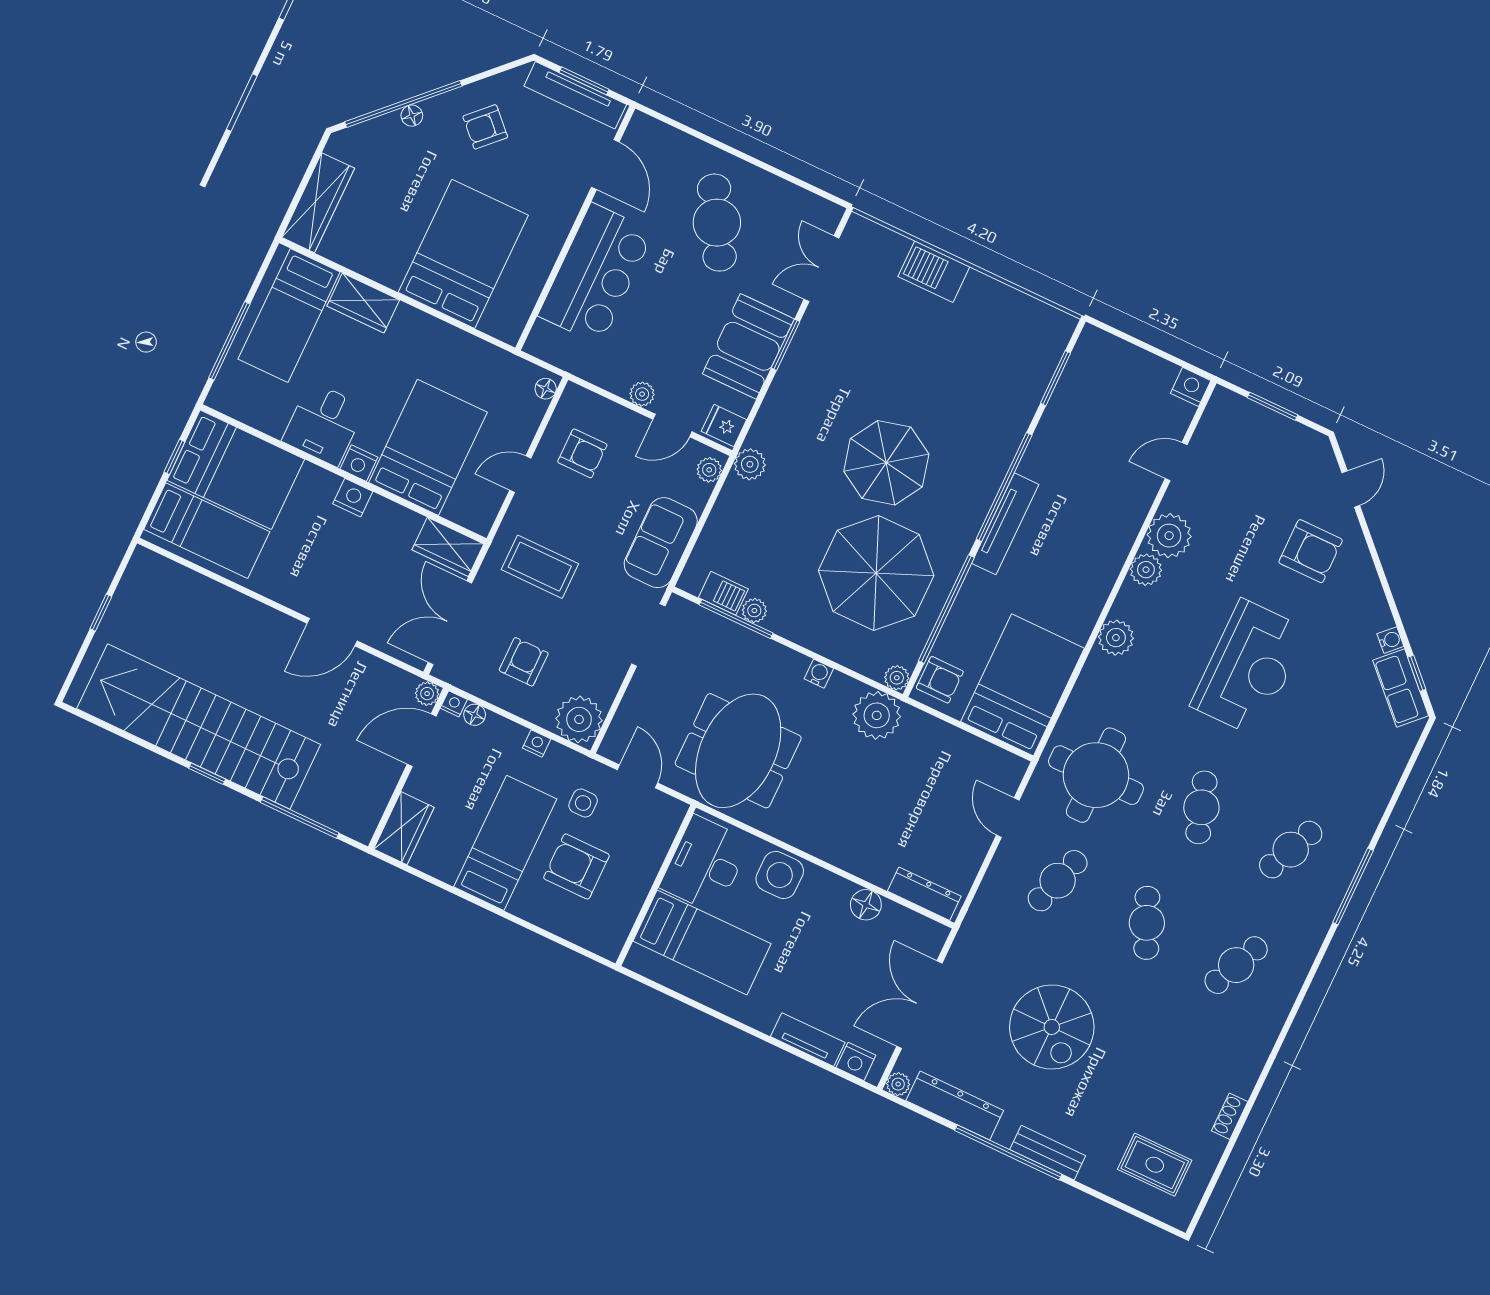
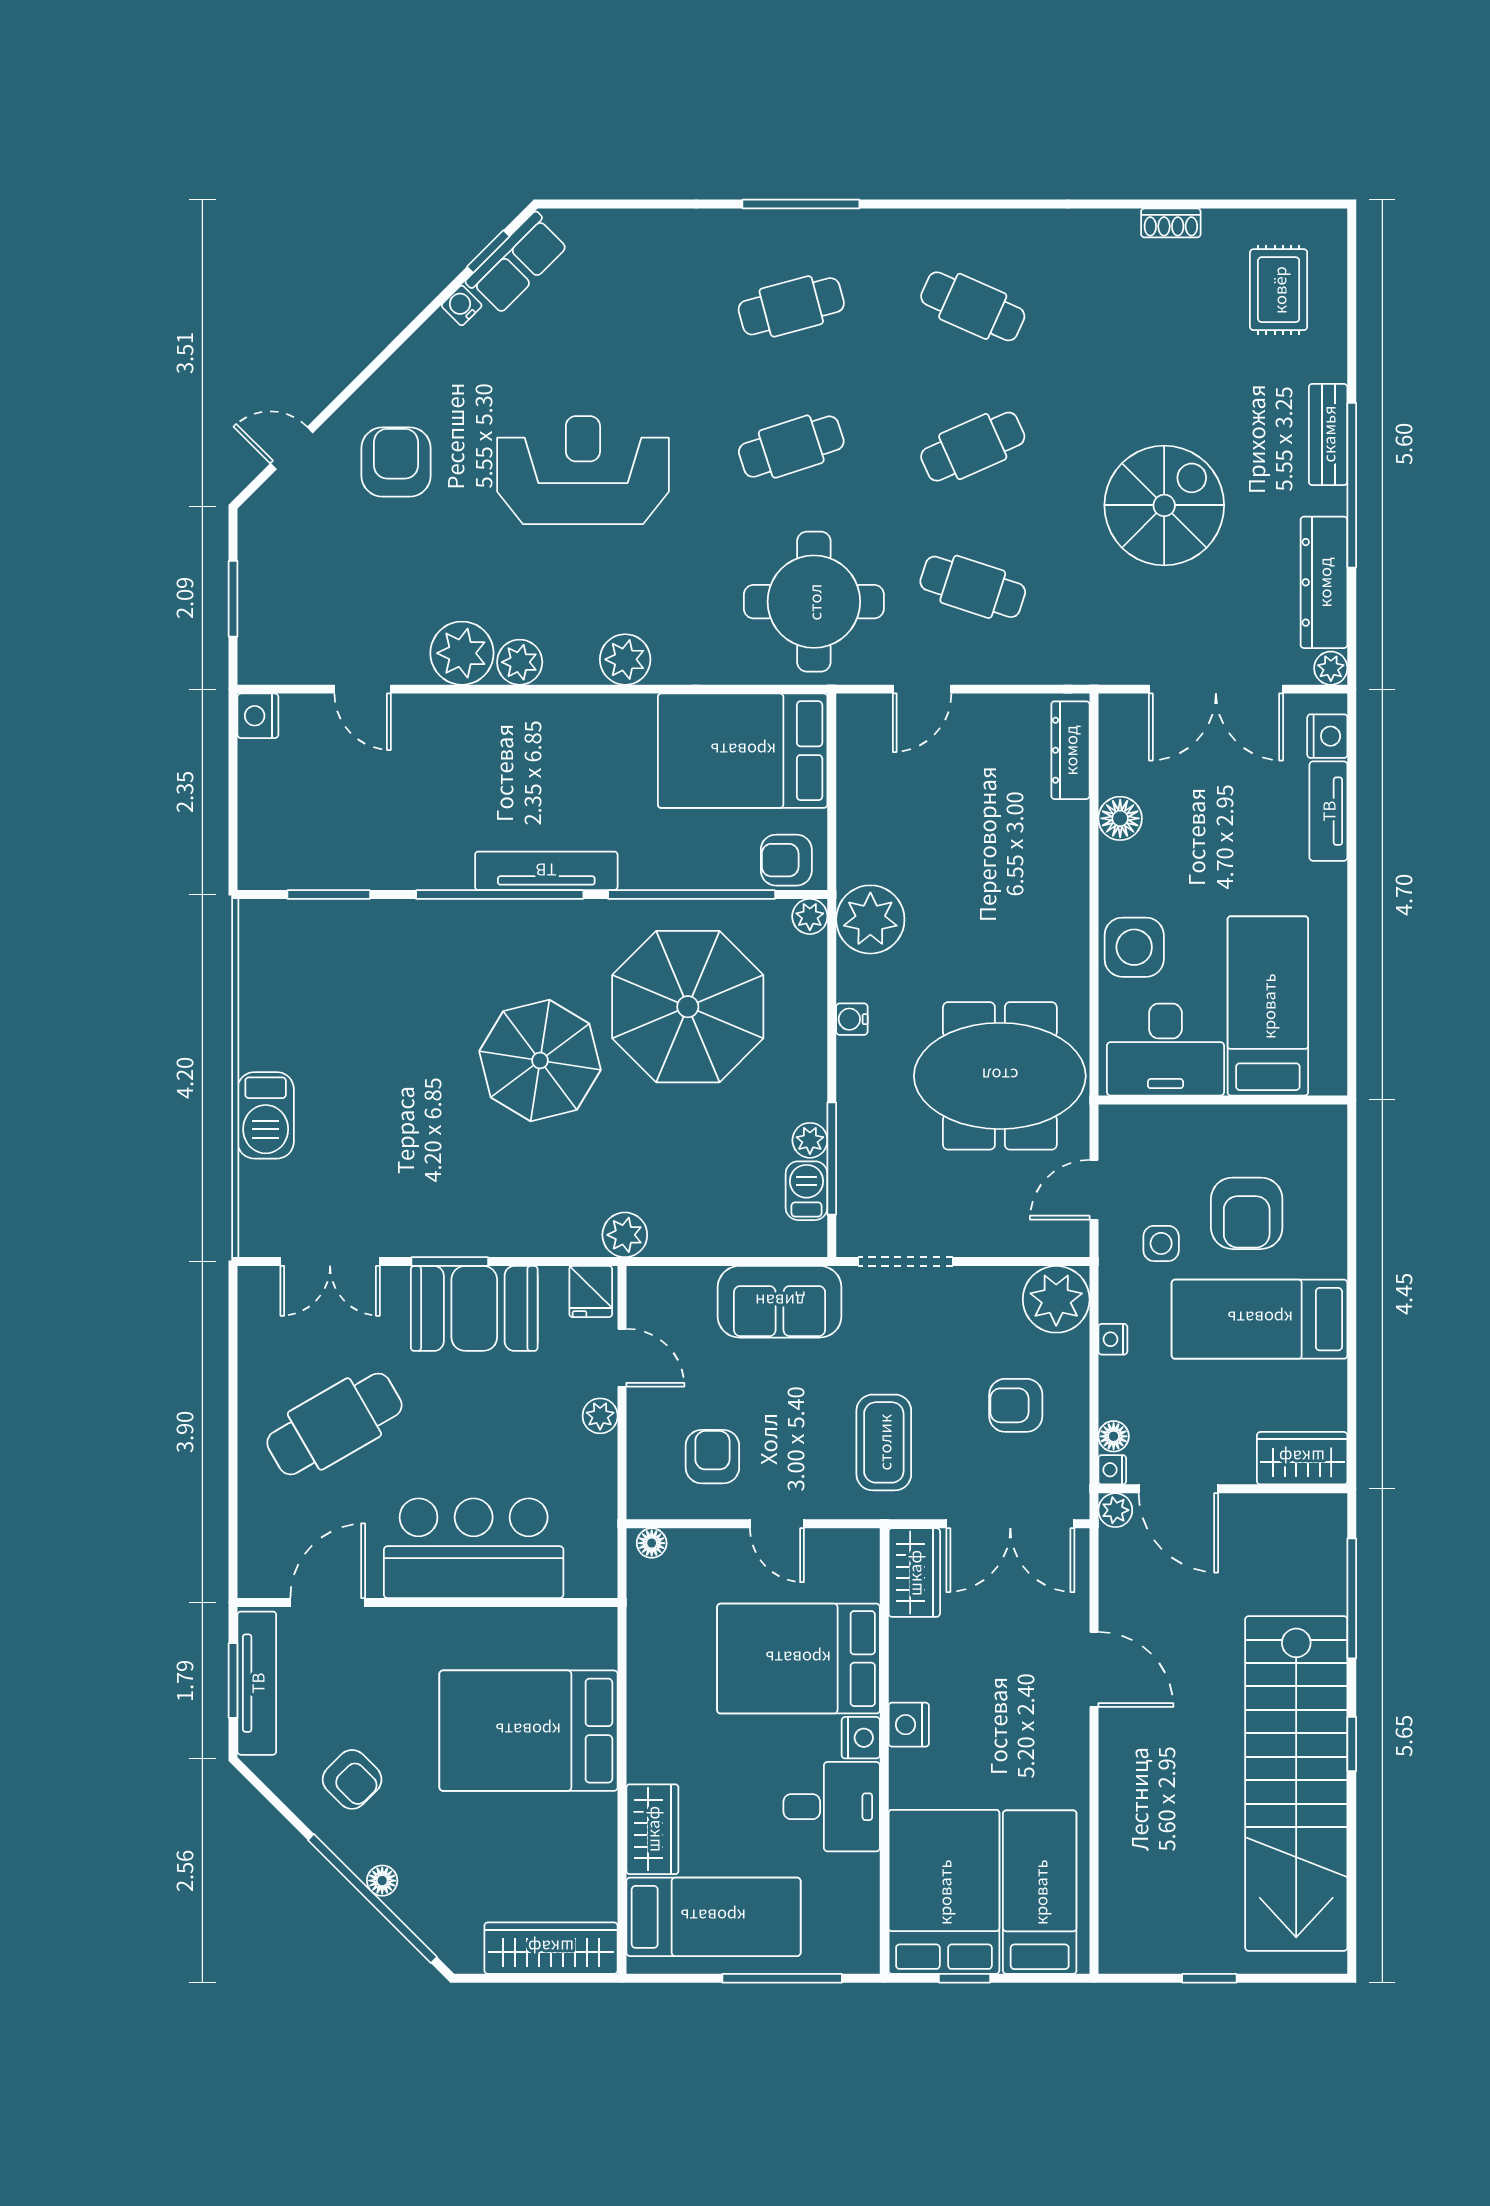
plant: (709, 470) -> (657, 1284), removed
armchair: (940, 680) -> (786, 860), turned -90
cafe table: (1291, 850) -> (791, 306), turned -39

